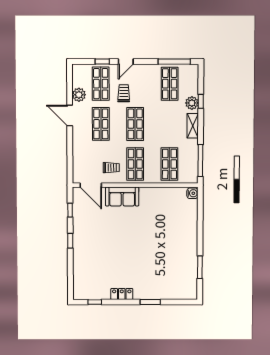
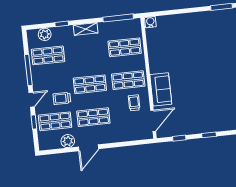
door: (126, 62) -> (32, 100), hinge flipped
window: (174, 62) -> (28, 70), moved
plant: (192, 103) -> (45, 34), moved

